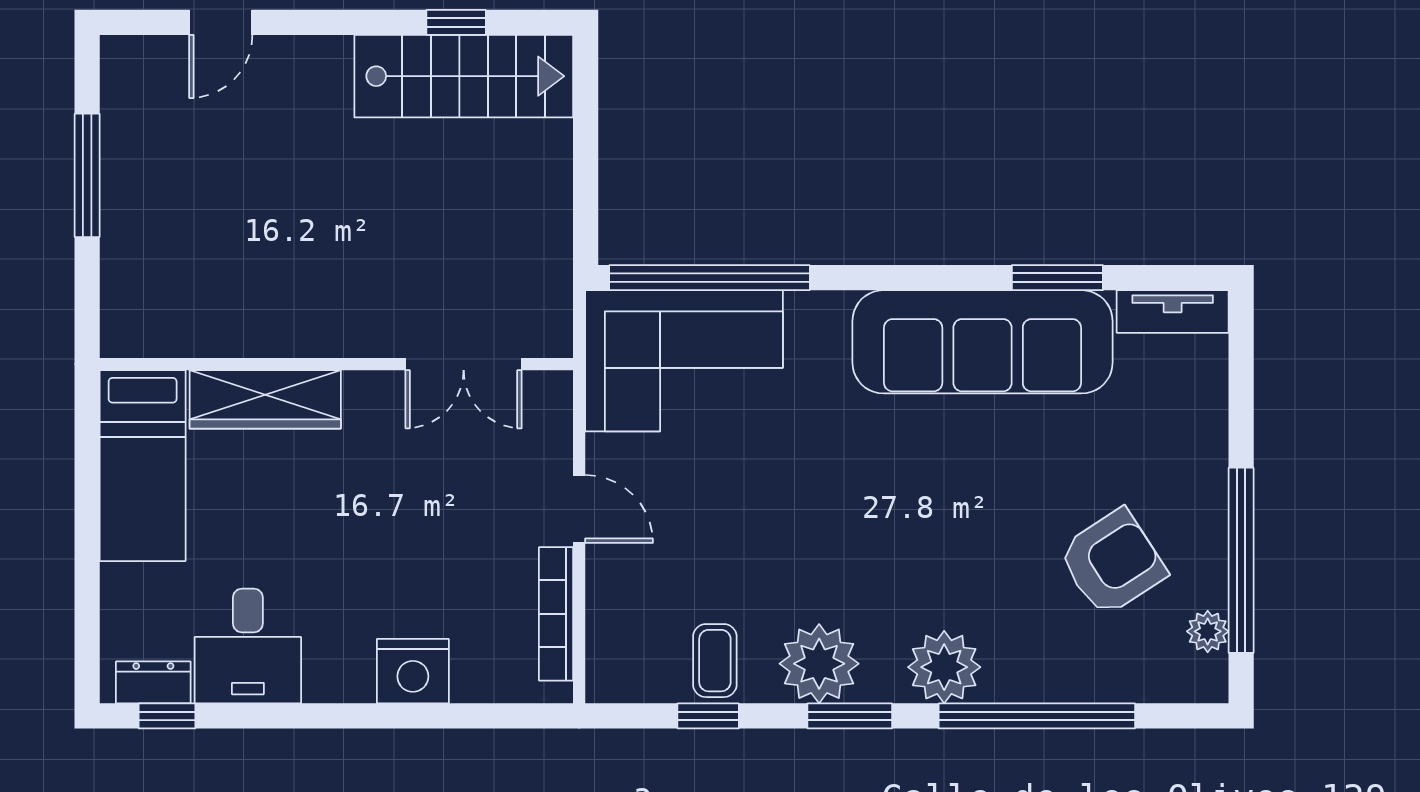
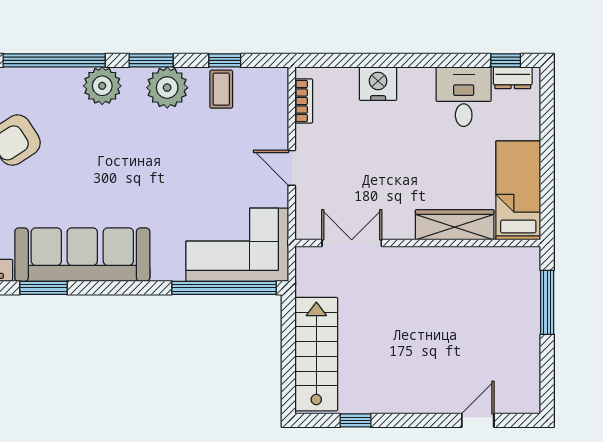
stairs: (464, 76) -> (316, 354), moved, turned 90
window: (87, 175) -> (547, 302), moved
bookcase: (556, 614) -> (304, 101), width x0.64

